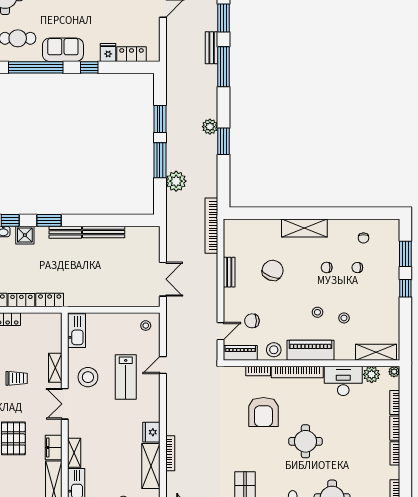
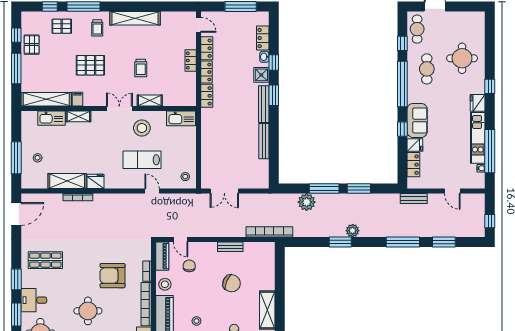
bench: (212, 48) -> (414, 199), moved
sofa: (63, 50) -> (417, 120), moved
bench: (65, 232) -> (264, 104), width x1.36
filing cabinet: (54, 447) -> (78, 99), width x0.50

